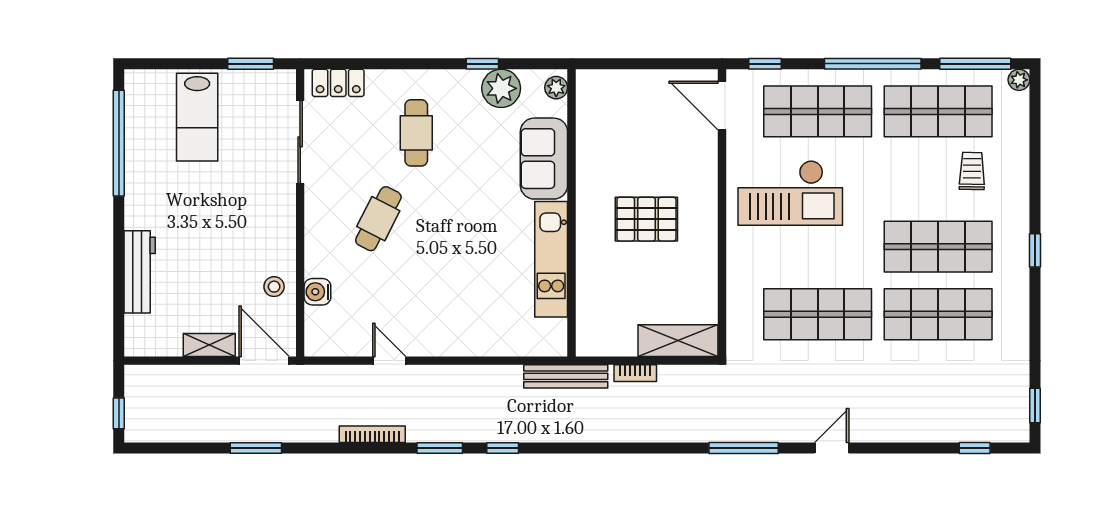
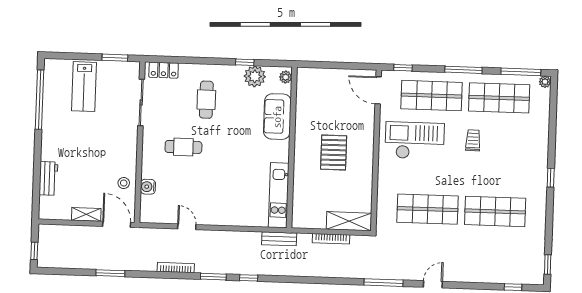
window: (873, 64) -> (463, 70), width x0.68
trolley: (972, 171) -> (473, 140), moved
checkout: (790, 193) -> (415, 141), turned 180
cafe table: (378, 219) -> (183, 147), turned 63
pallet: (646, 219) -> (334, 152), turned 90
shop shelf: (938, 247) -> (496, 174), removed
kitchen unit: (551, 259) -> (279, 195), moved
workbench: (140, 272) -> (48, 178), width x0.73
bookcase: (635, 373) -> (331, 239), width x1.56
bench: (566, 376) -> (279, 239), width x0.73

